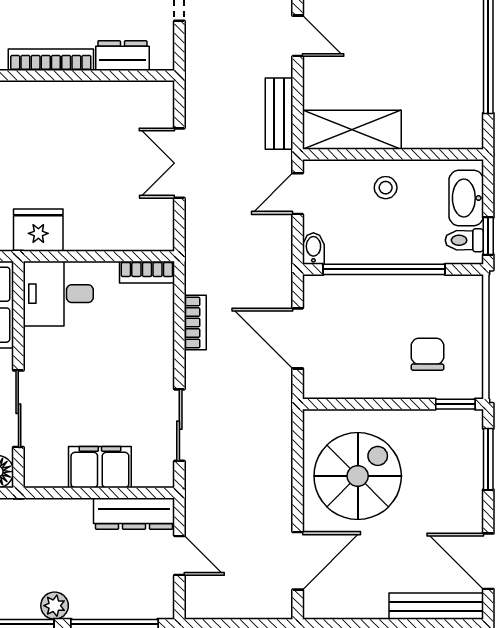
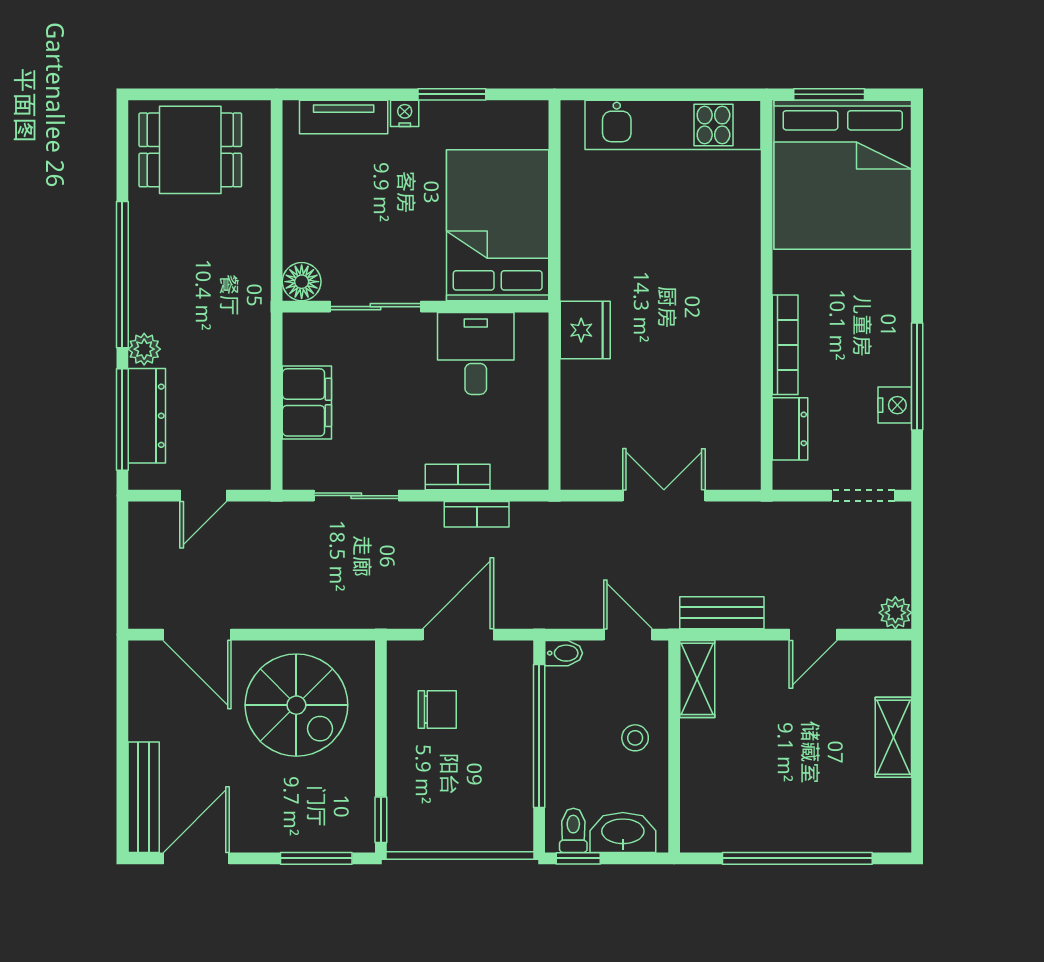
shelving: (352, 130) -> (697, 679), width x0.67, depth x0.75
bookcase: (147, 272) -> (458, 477), moved, turned 90
desk: (58, 294) -> (476, 353), moved
chair: (427, 354) -> (437, 710), moved
dresser: (134, 514) -> (147, 416), moved, turned 180

